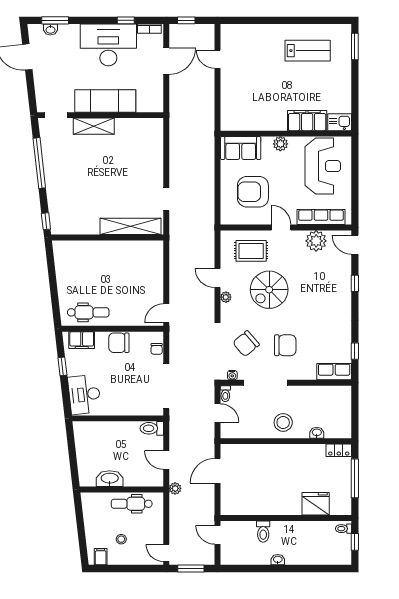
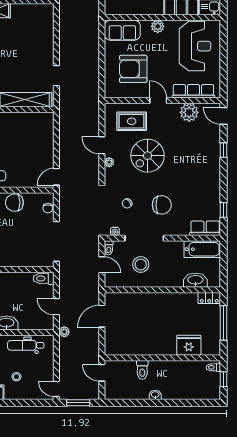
chair: (246, 344) -> (127, 203), width x0.54, depth x0.54
bathtub: (331, 395) -> (202, 249), added
stool: (283, 422) -> (141, 264), moved
washbasin: (317, 433) -> (195, 280), width x1.91, depth x1.45

